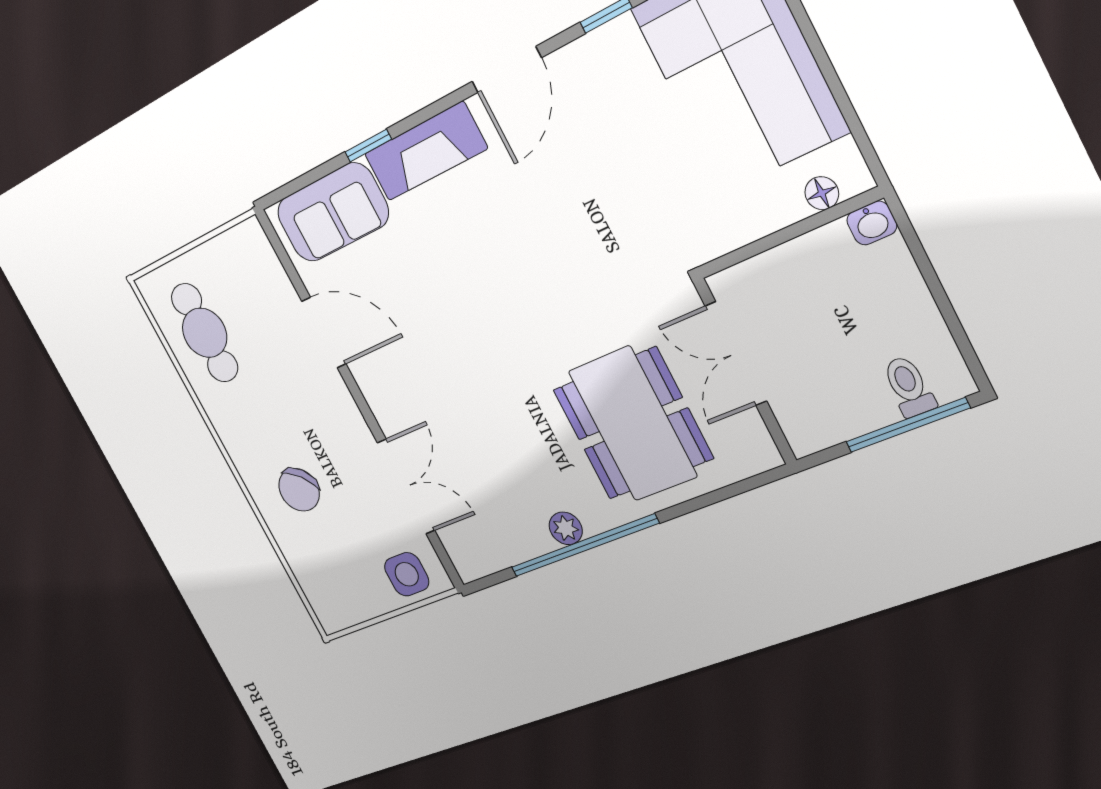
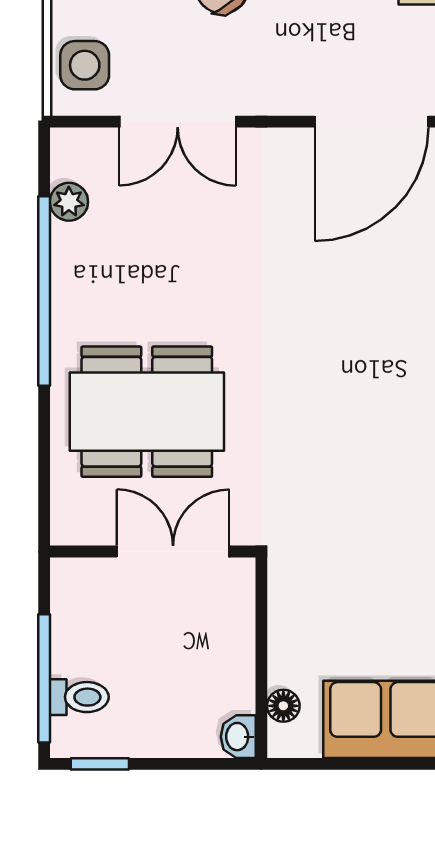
door: (324, 333) -> (371, 122), width x1.36
window: (963, 342) -> (100, 764), added
plant: (566, 528) -> (69, 202), moved

